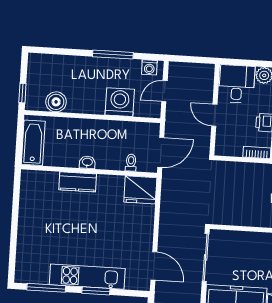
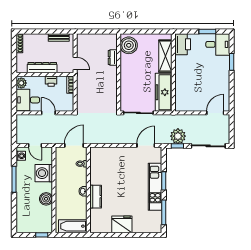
boiler: (56, 102) -> (46, 199), moved
door: (214, 115) -> (48, 113), swing flipped
door: (161, 152) -> (74, 145), hinge flipped
fridge: (140, 190) -> (122, 224), moved, turned -90

